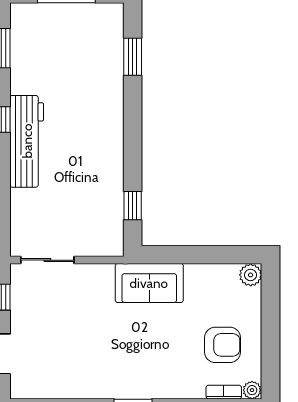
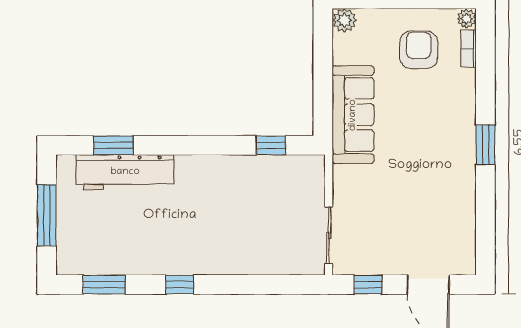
workbench: (27, 141) -> (125, 172), moved, turned 180
sofa: (149, 283) -> (353, 115), width x1.36

